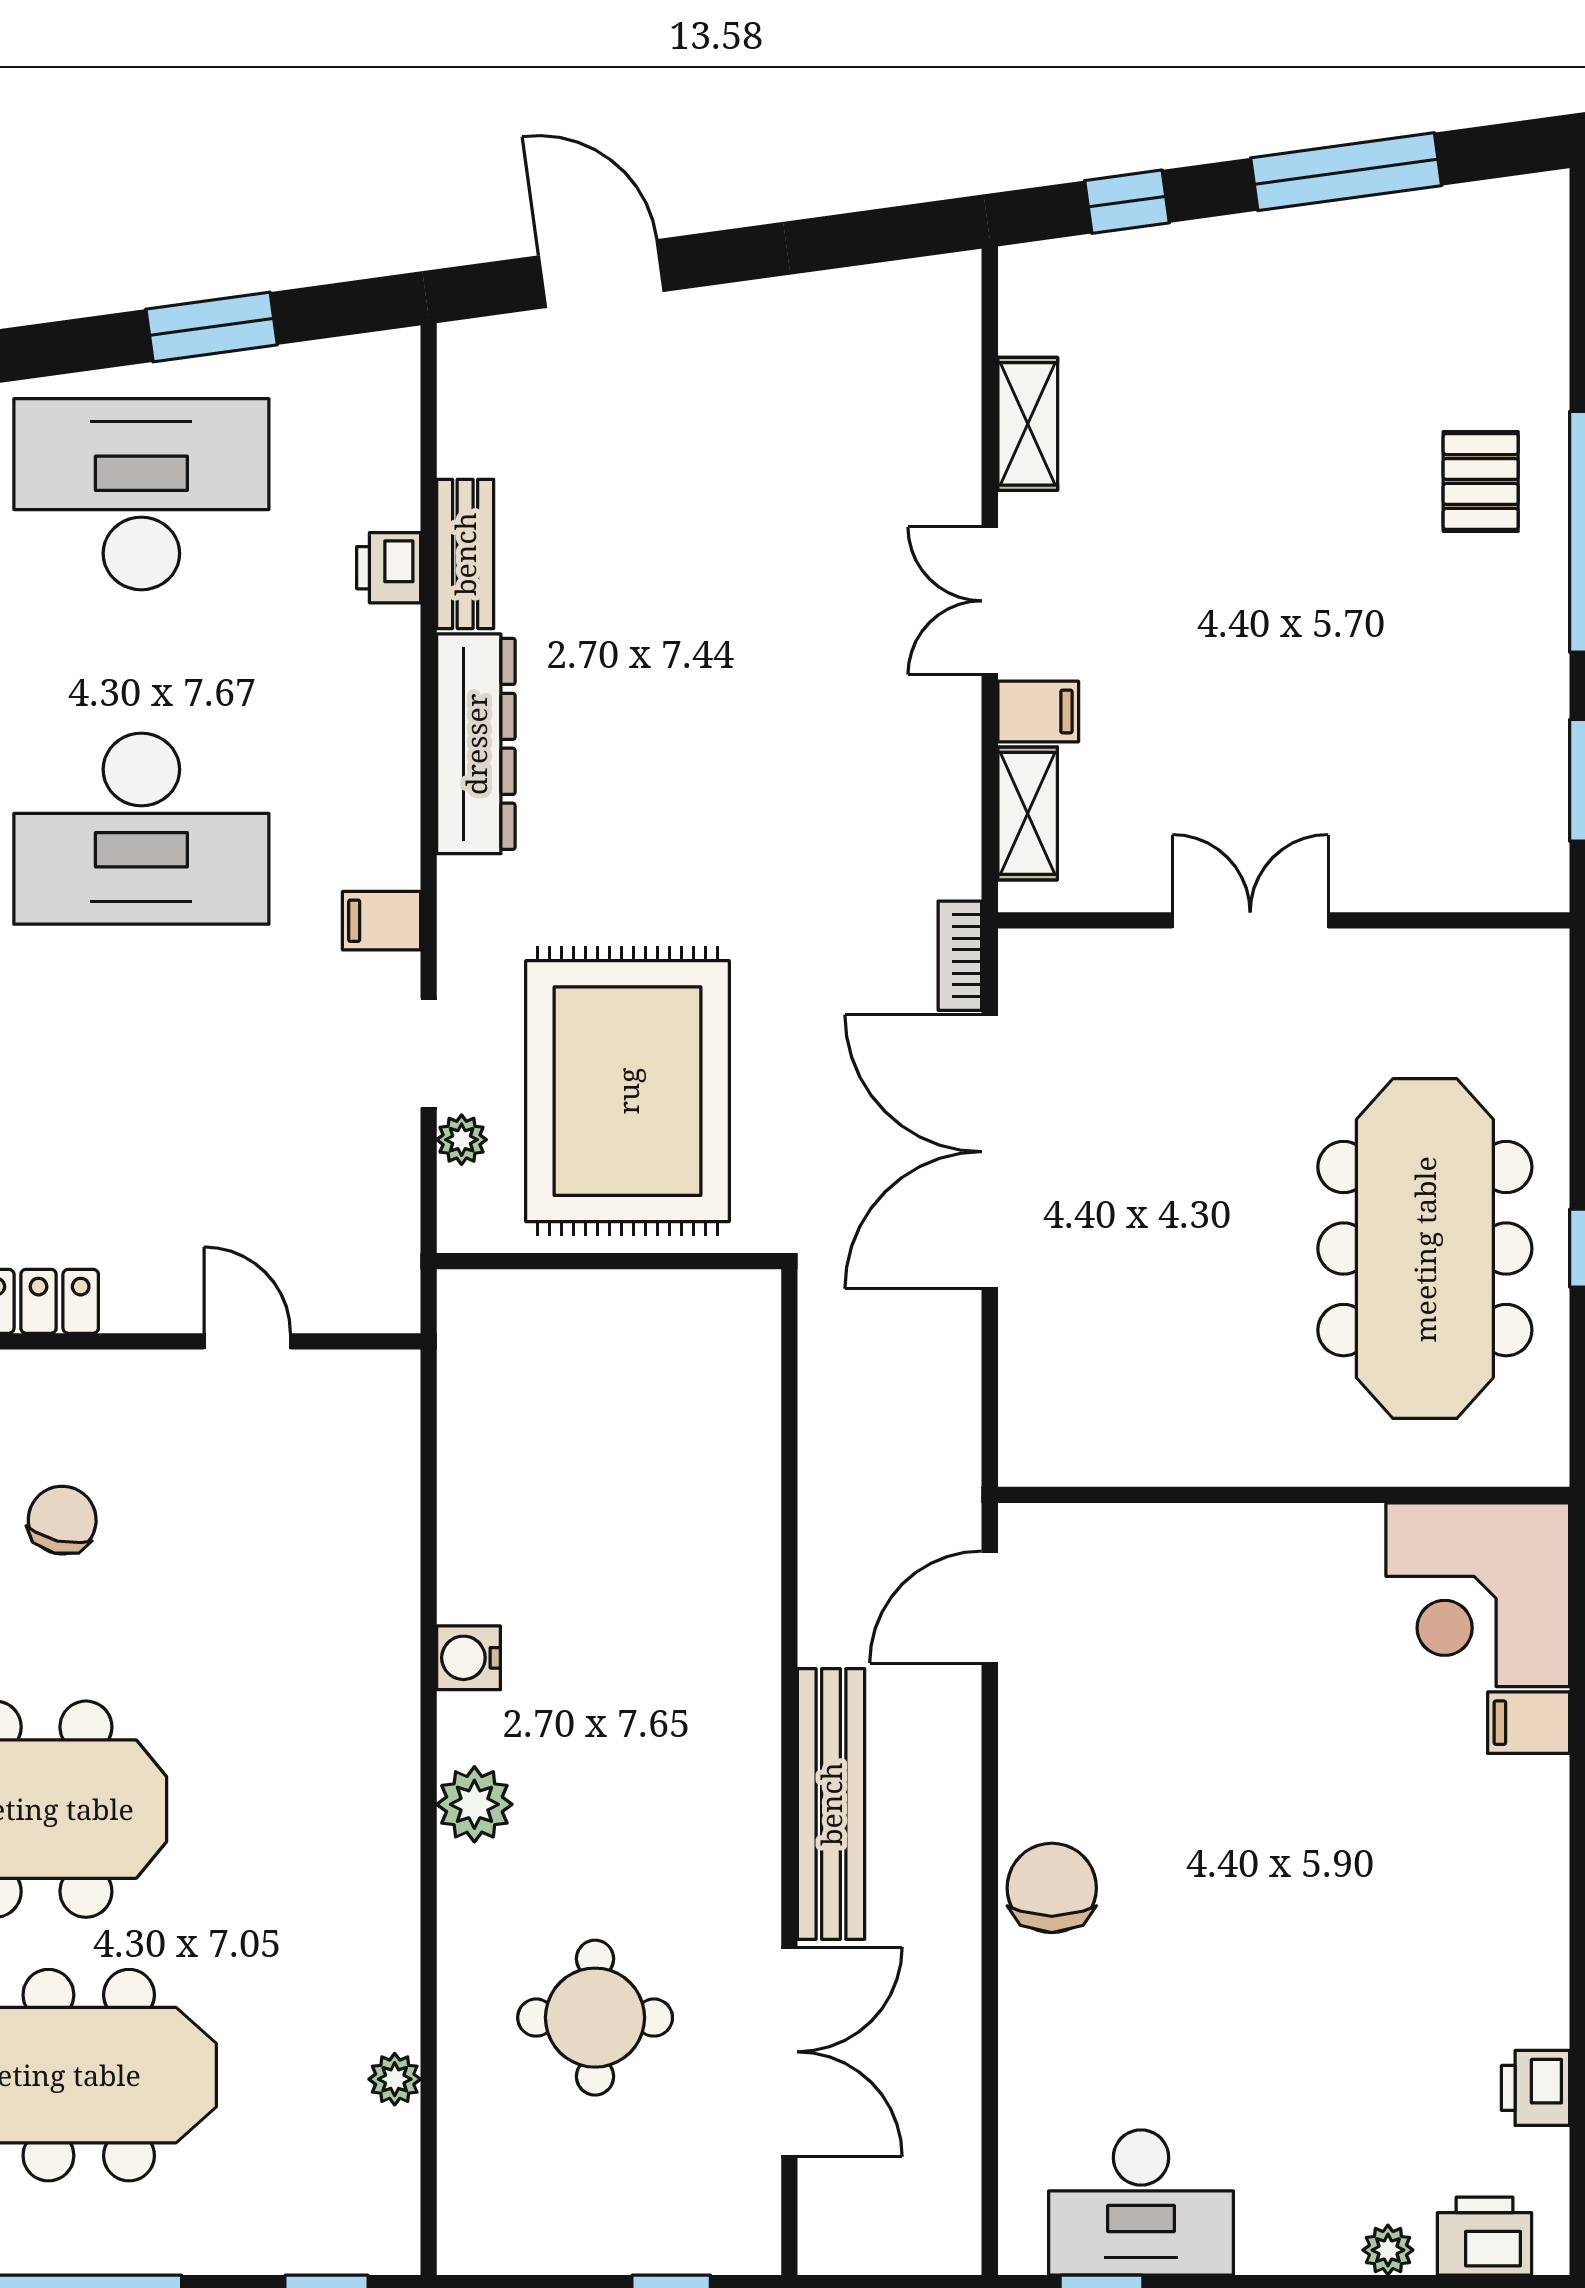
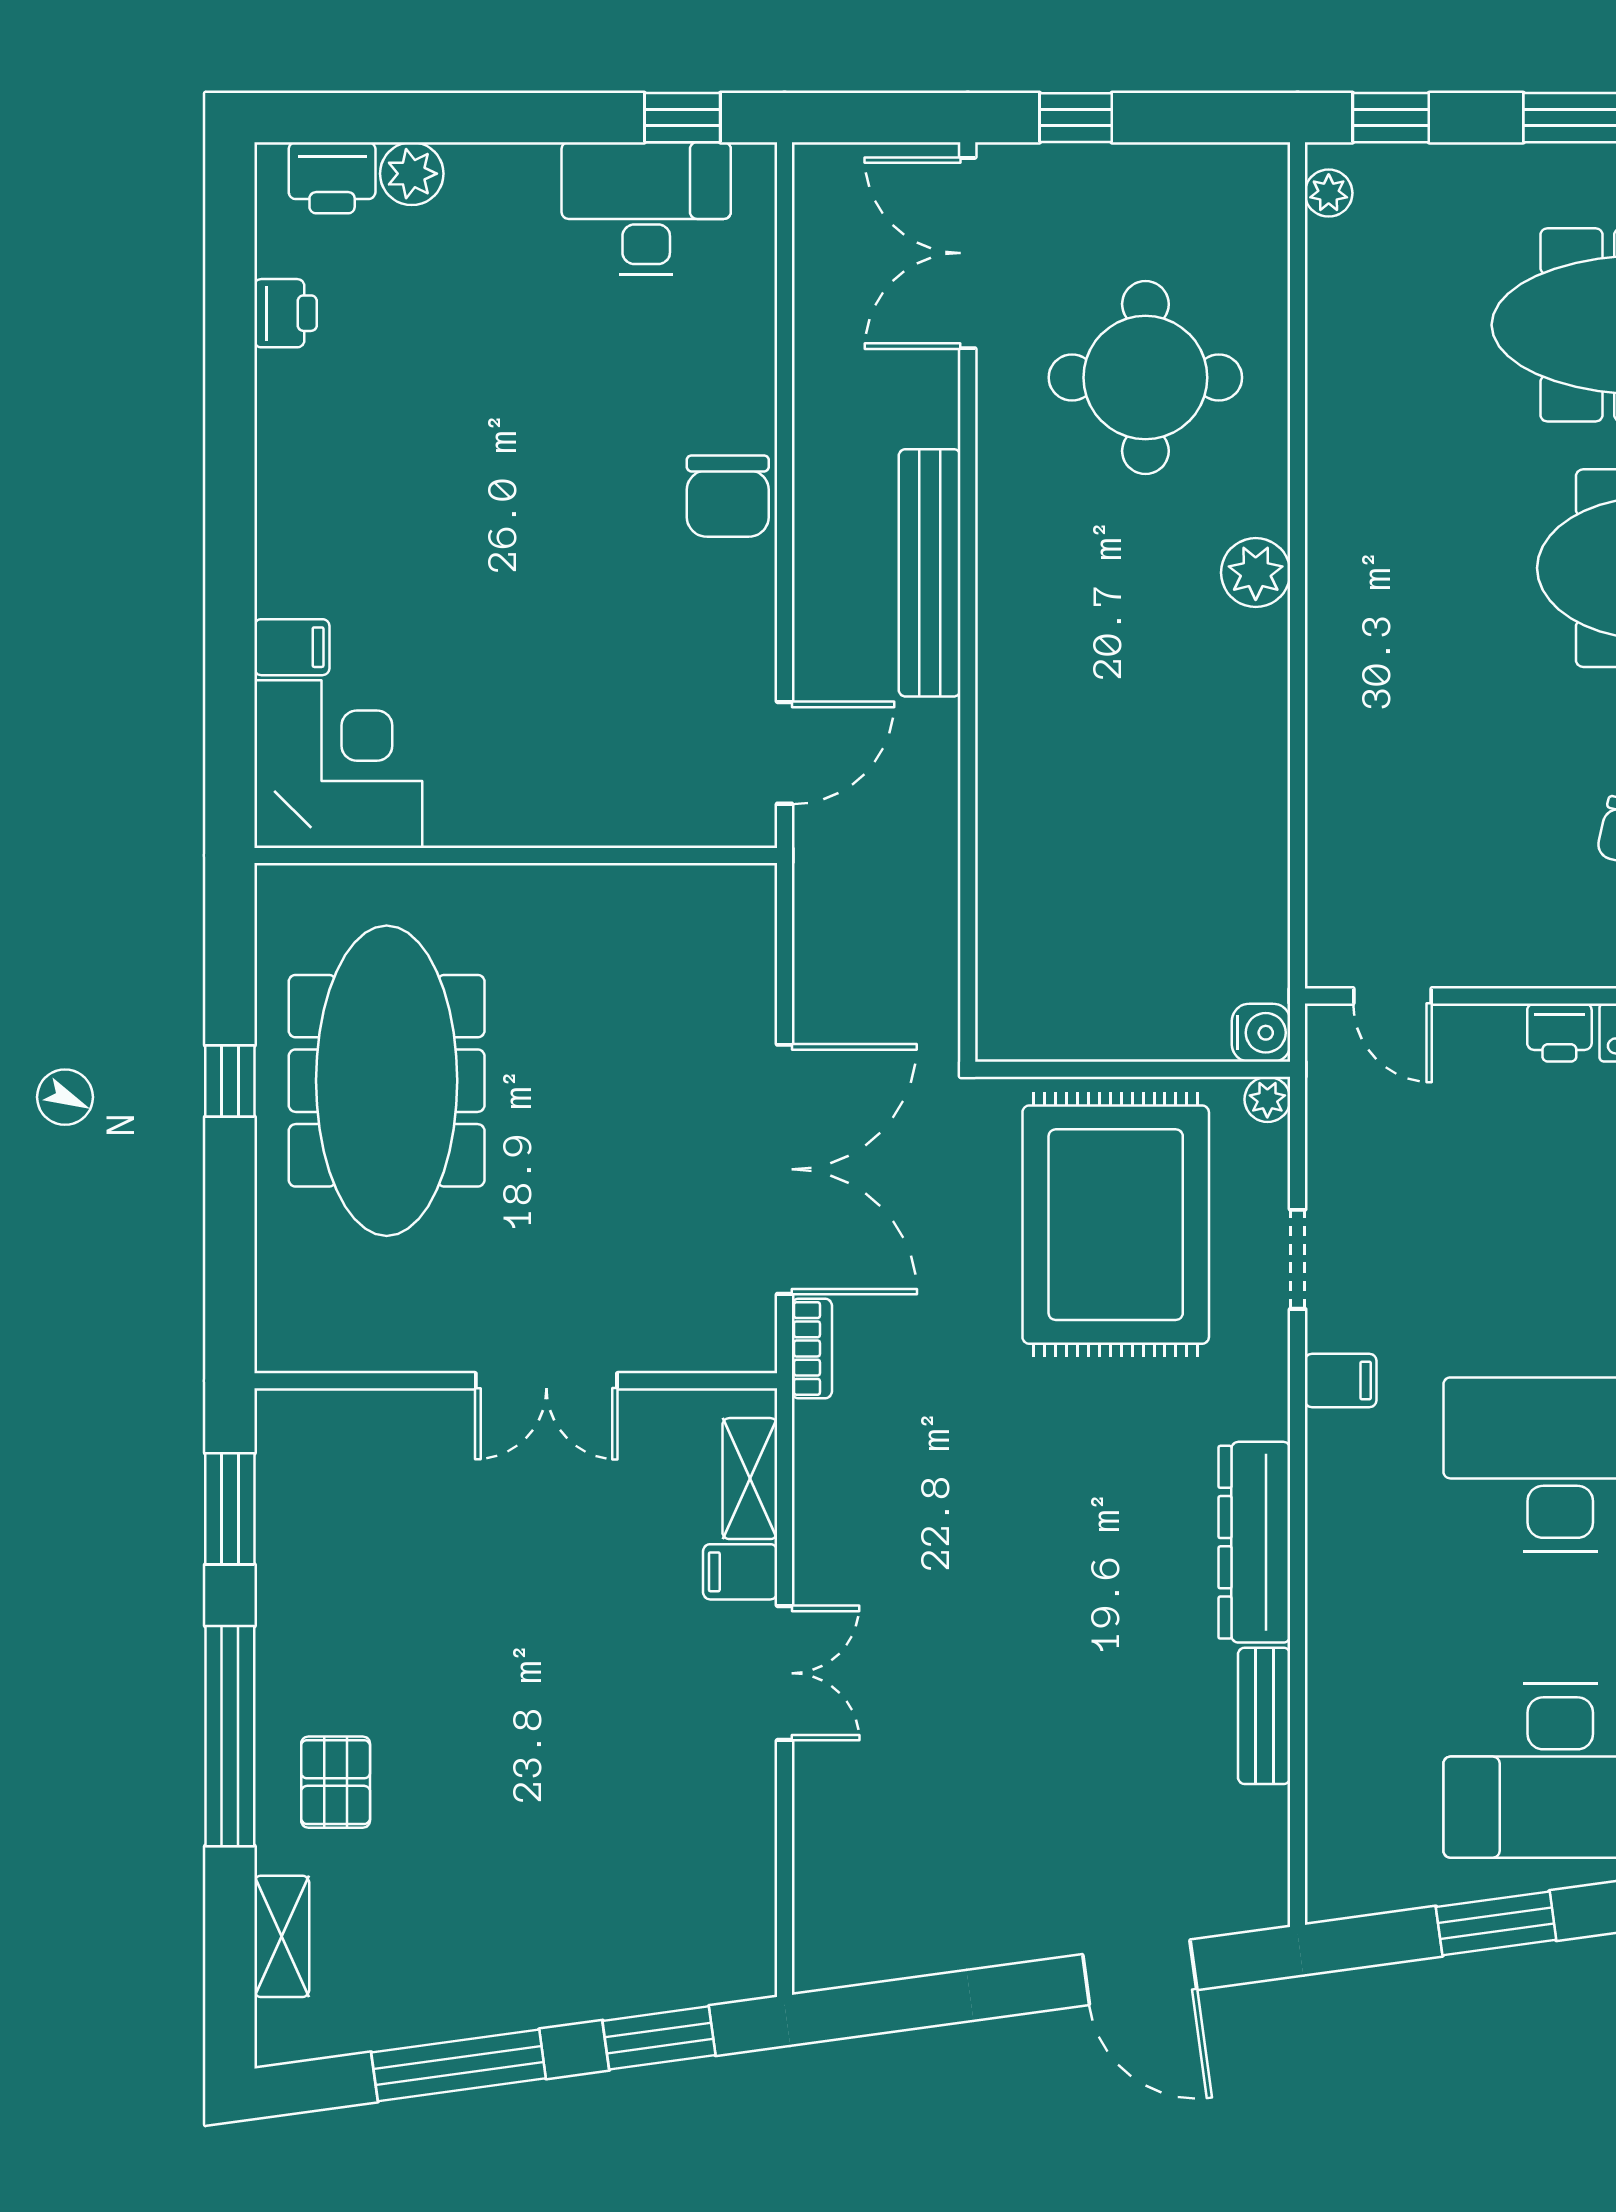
window: (1127, 202) -> (659, 2038), width x1.50
shelving: (1028, 424) -> (282, 1936), moved
printer: (389, 568) -> (1559, 1032), moved, turned 90
plant: (462, 1140) -> (1267, 1099), moved
door: (247, 1341) -> (1393, 996), moved
water cooler: (469, 1658) -> (1261, 1033), moved
round table: (595, 2018) -> (1145, 378), width x1.36, depth x1.36
double door: (789, 2052) -> (968, 253), moved
plant: (395, 2079) -> (1329, 193), moved
plant: (1388, 2250) -> (412, 174), width x1.38, depth x1.38

